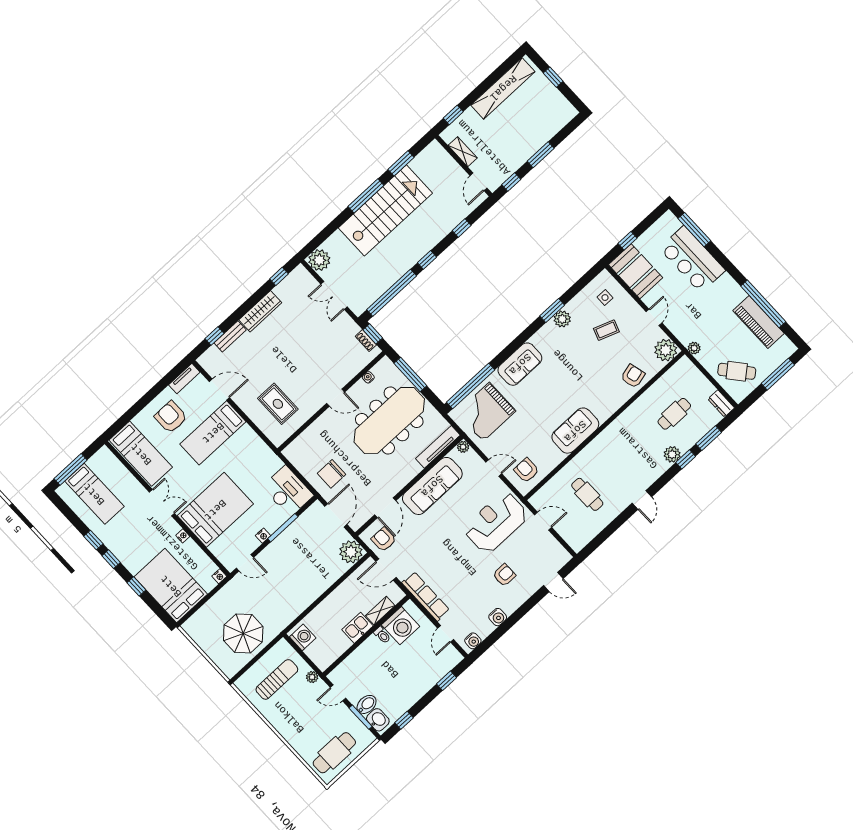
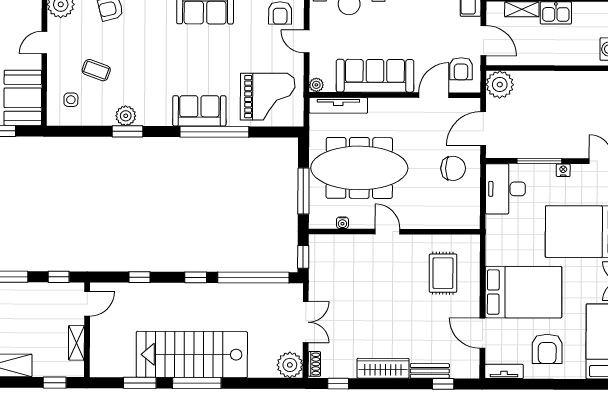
shoe rack: (366, 341) -> (314, 364), moved
window: (471, 386) -> (214, 132), moved
bed: (213, 433) -> (523, 292), width x1.50

